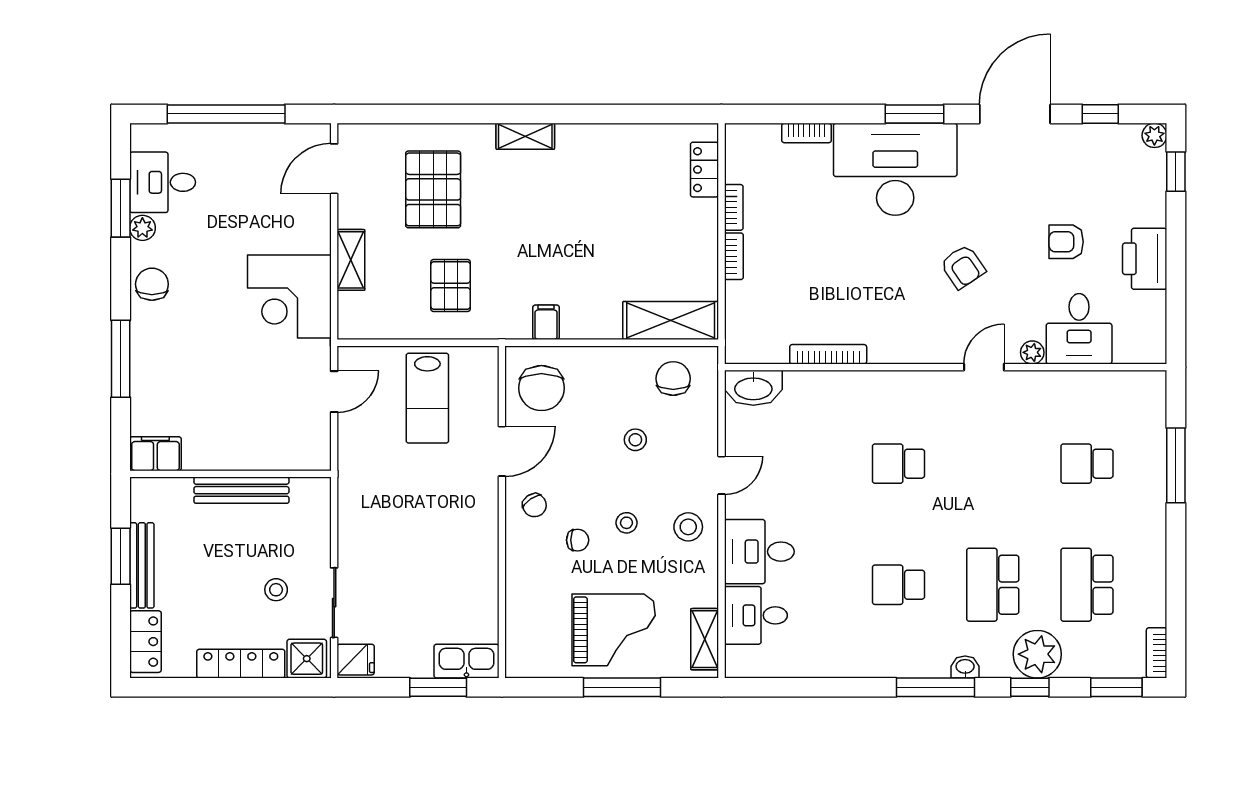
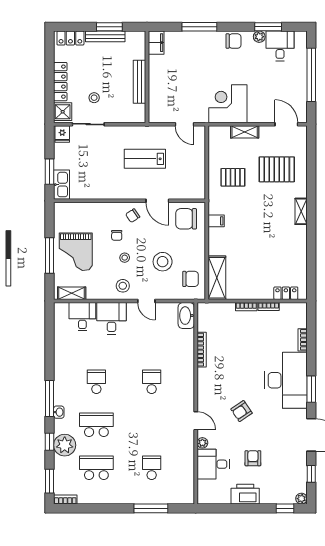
lab bench: (427, 398) -> (145, 159), moved
stool: (635, 440) -> (163, 262), width x1.89, depth x1.89

